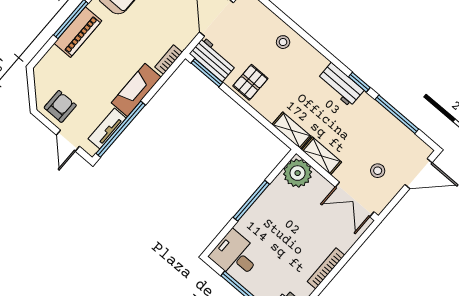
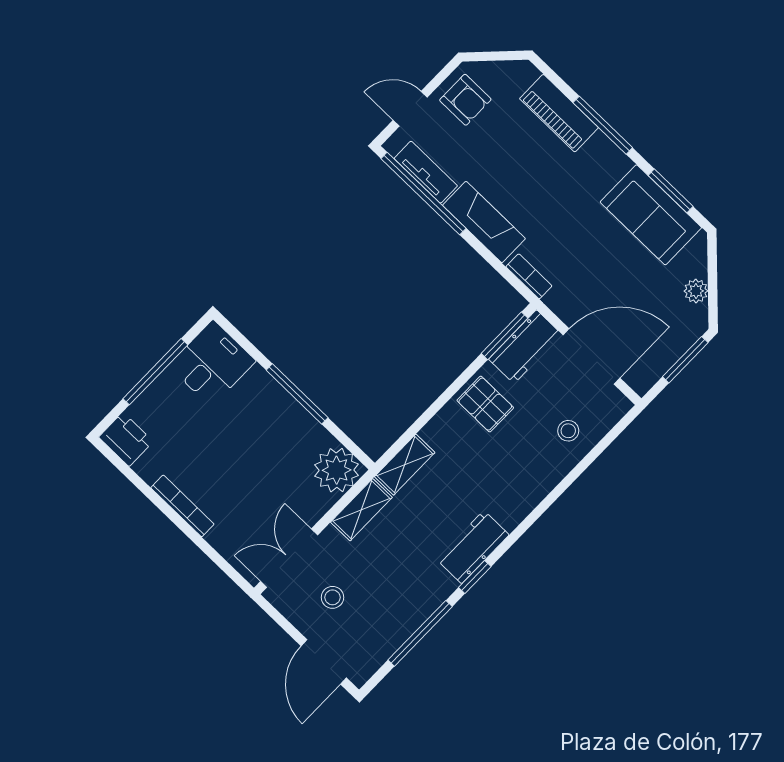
piano: (78, 32) -> (559, 113), moved
stool: (283, 42) -> (568, 431), moved

